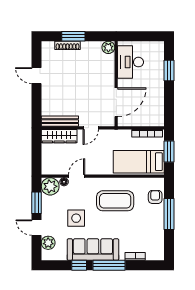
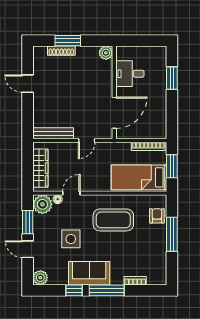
desk: (130, 62) -> (130, 74), width x0.73
wardrobe: (59, 136) -> (40, 168), moved, turned -90
plant: (48, 243) -> (40, 278), moved
sofa: (93, 250) -> (89, 273), width x0.73

